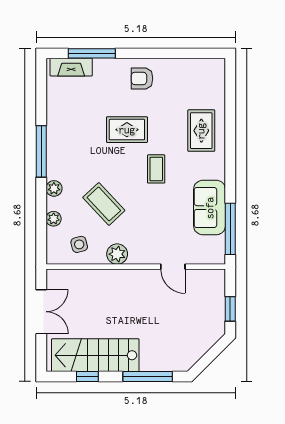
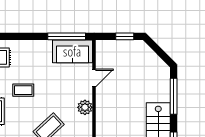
sofa: (210, 208) -> (72, 51), moved
plant: (117, 254) -> (85, 107), moved

